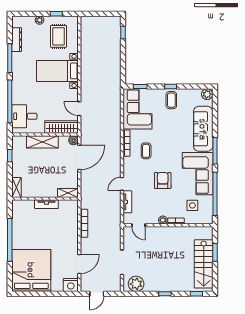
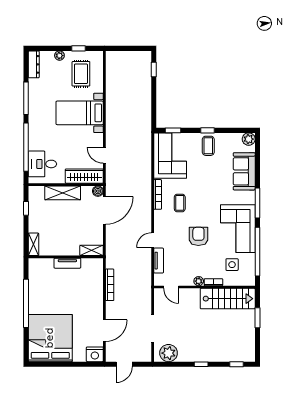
dresser: (17, 40) -> (34, 64), moved
sofa: (203, 129) -> (244, 171), width x0.73
stairs: (204, 264) -> (228, 299), moved, turned -90

